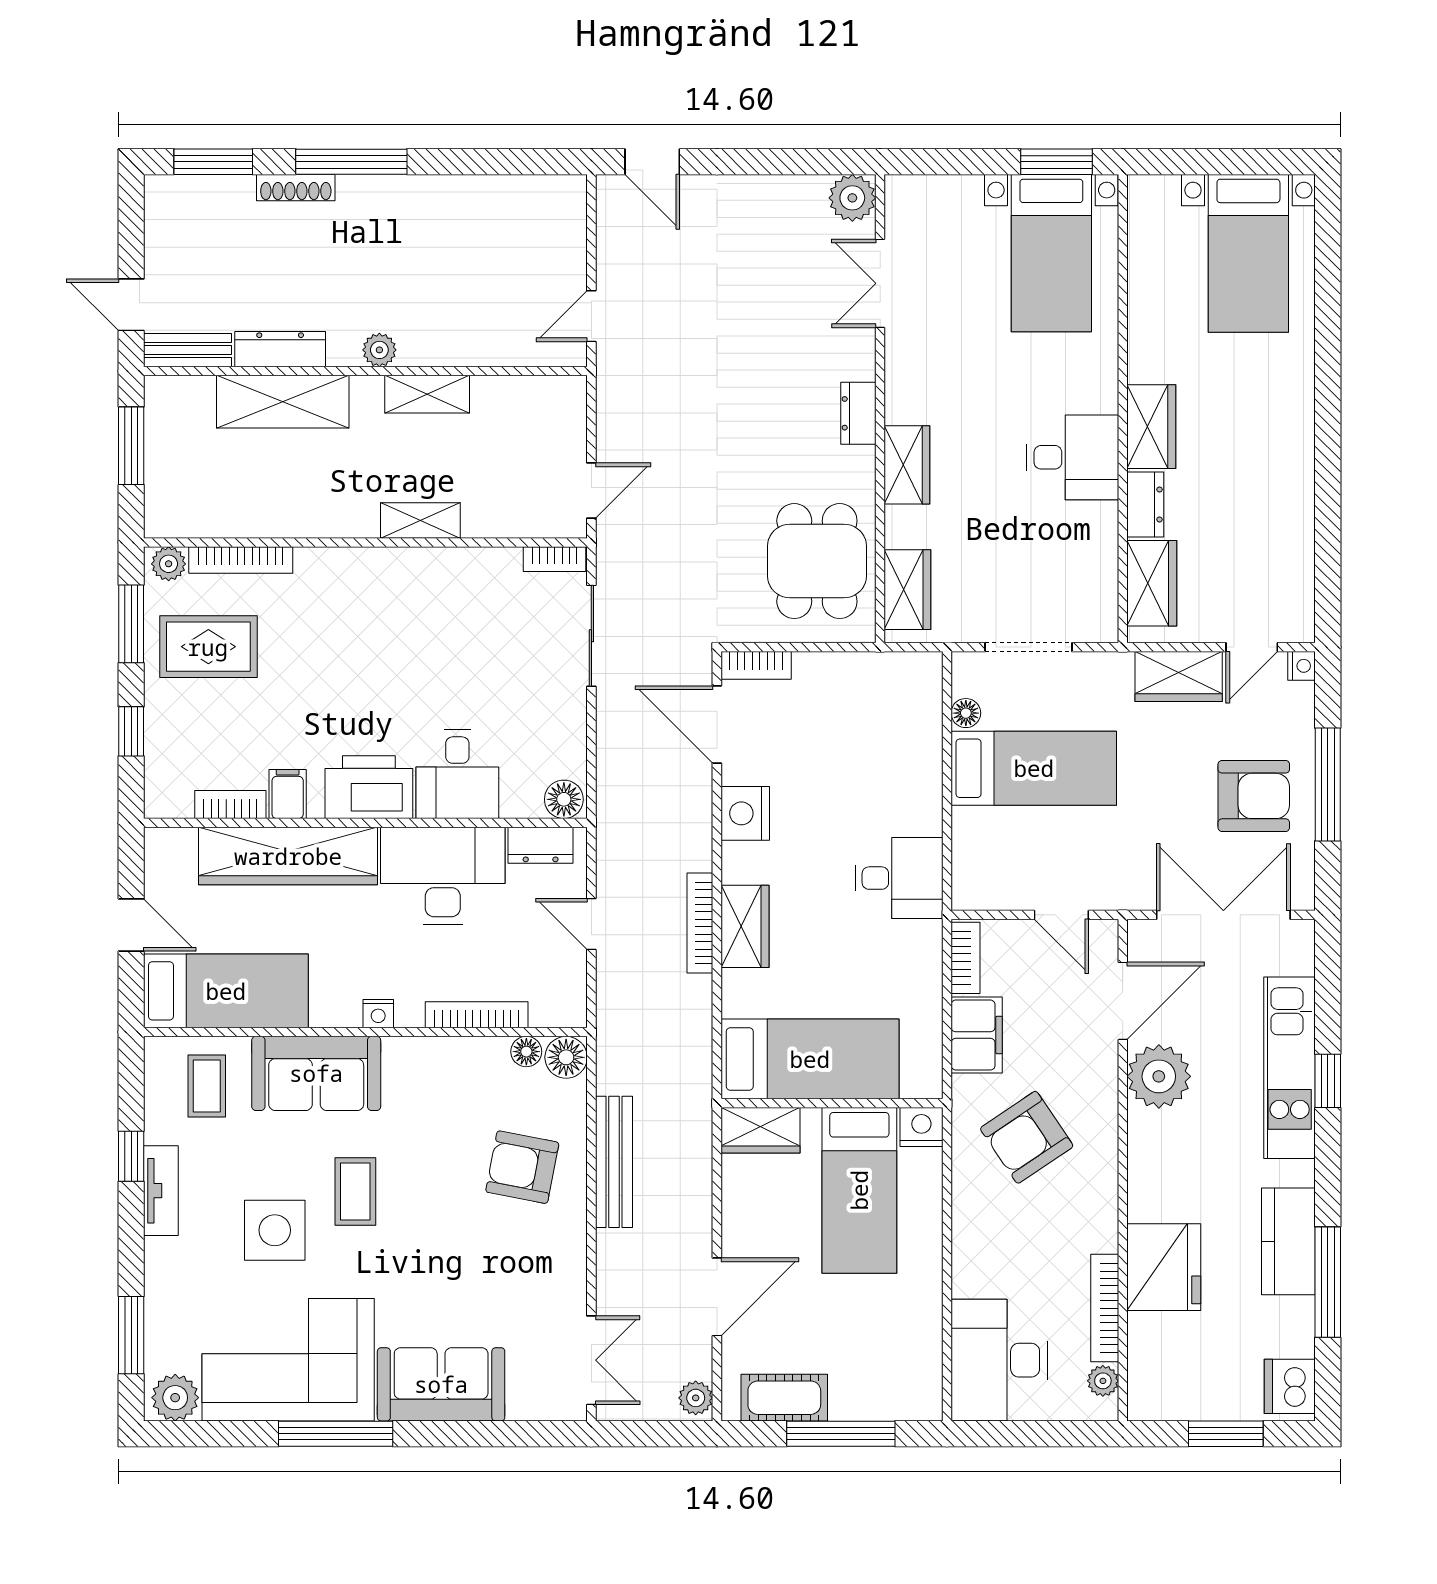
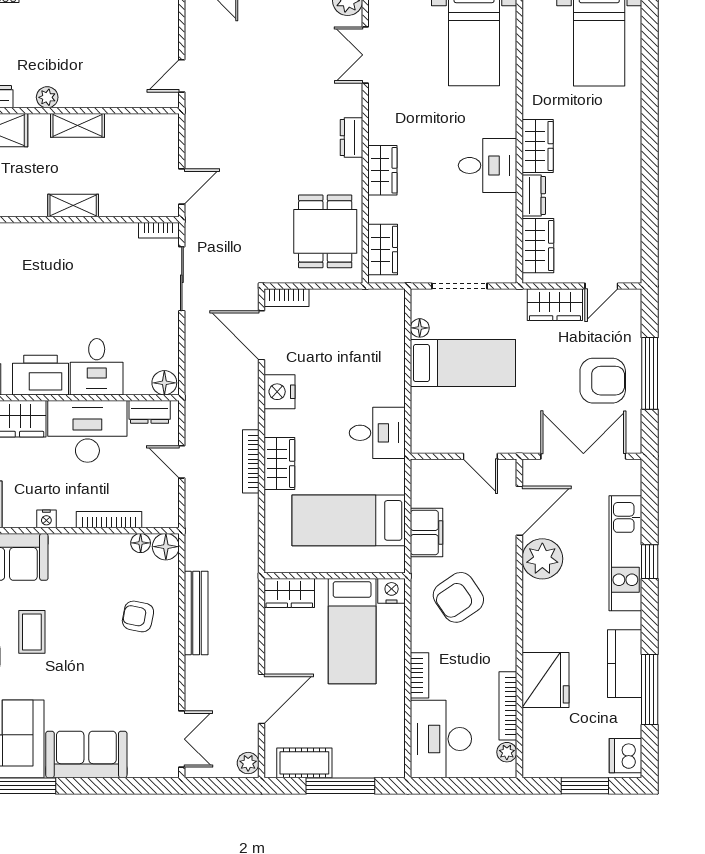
nightstand: (1302, 666) -> (633, 298), removed
bookcase: (965, 958) -> (419, 675), moved
bed: (810, 1059) -> (349, 520), moved, turned 180
armchair: (522, 1167) -> (138, 616), width x0.72, depth x0.72

